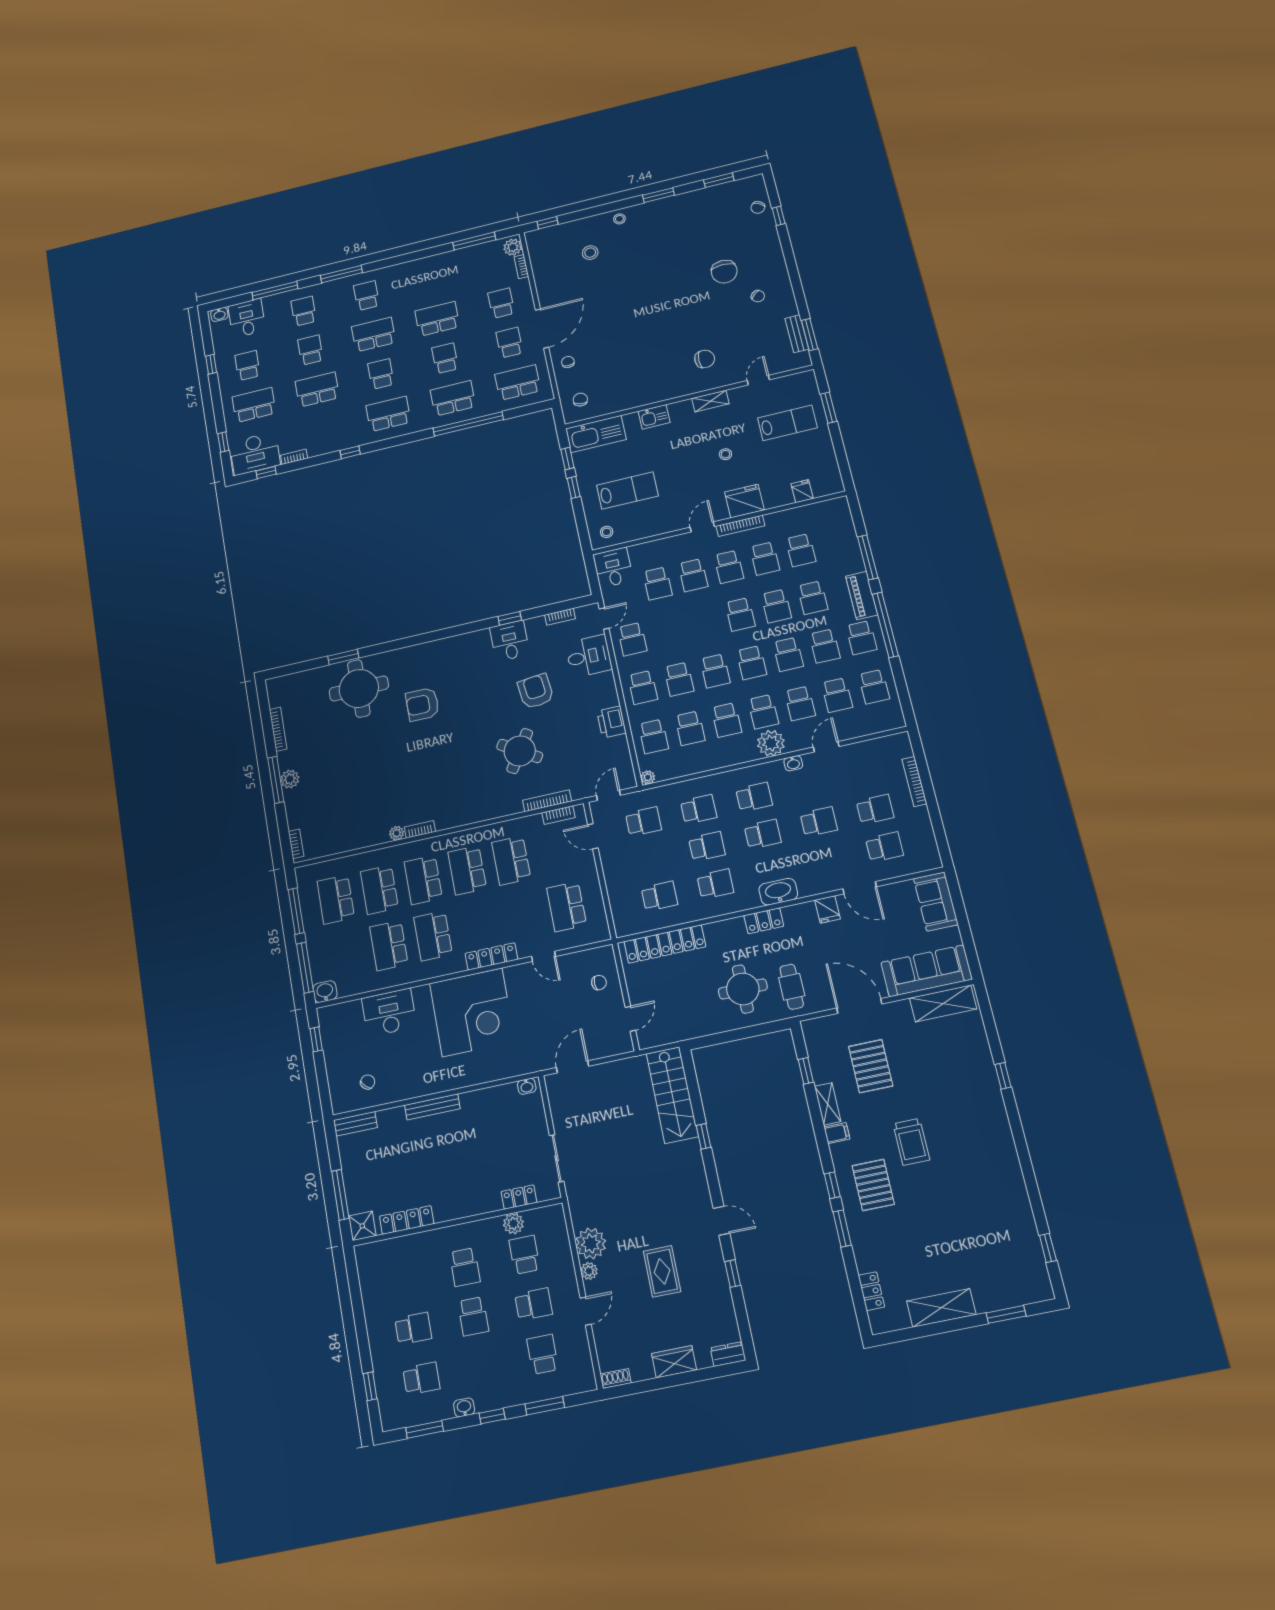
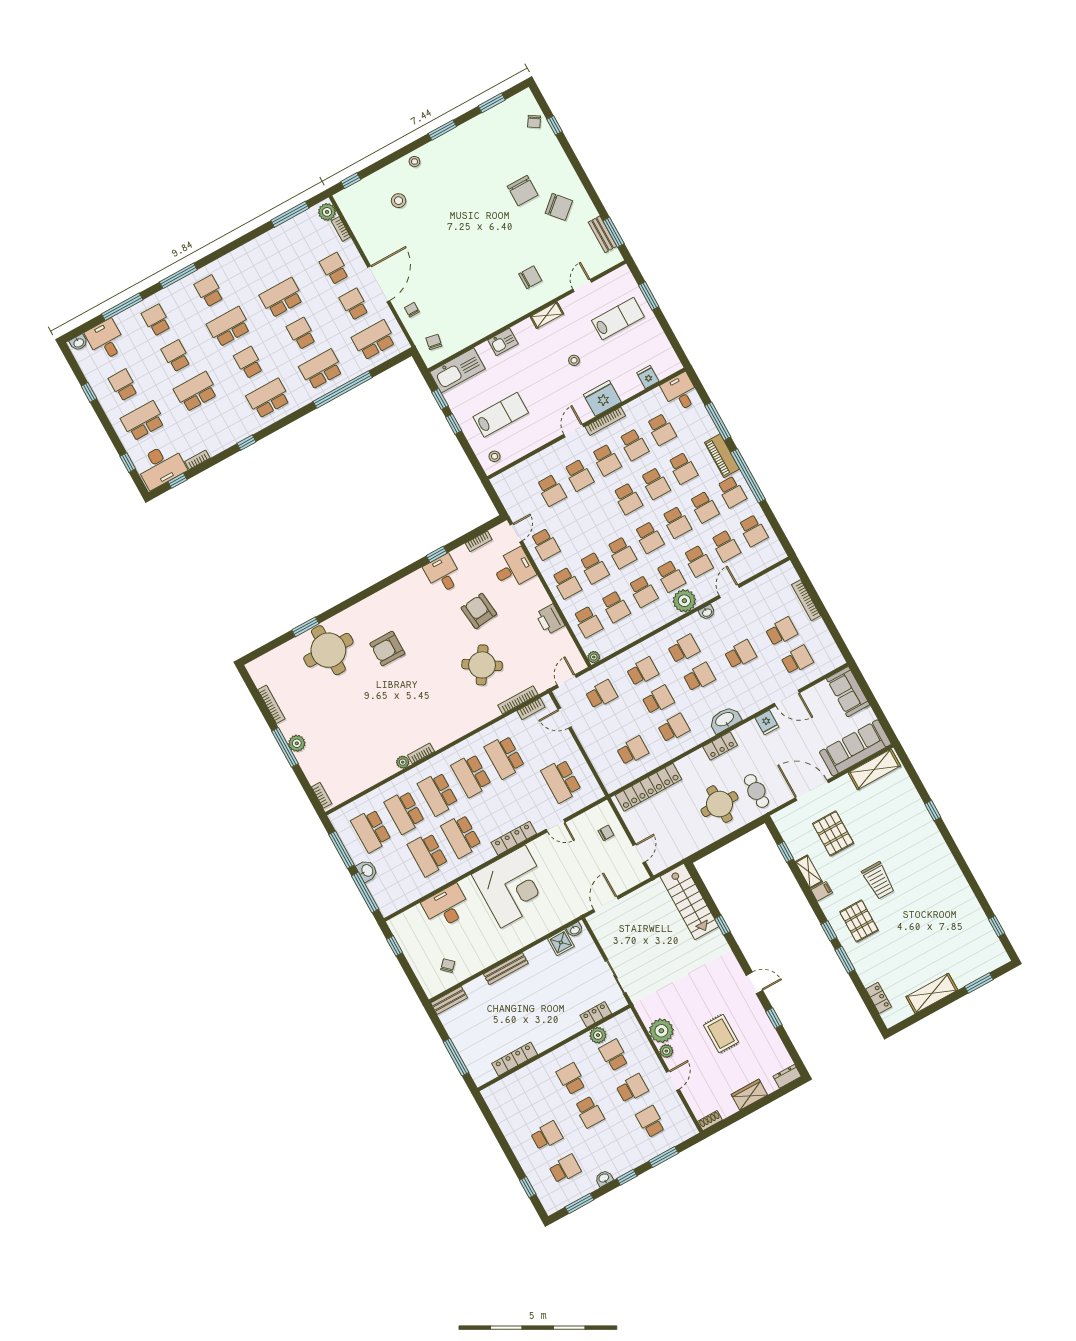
chair: (758, 296) -> (559, 207), width x1.87, depth x1.87
desk: (613, 568) -> (680, 392), moved
washbasin: (325, 992) -> (367, 871), moved, turned 90
shower: (362, 1226) -> (561, 942), moved
school desk: (465, 1267) -> (571, 1079), turned 180

